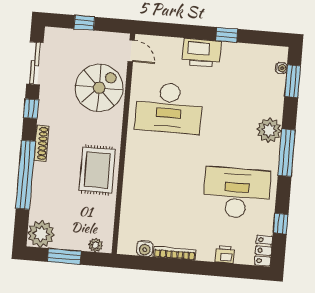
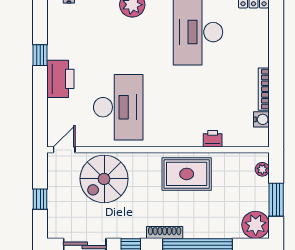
spiral stairs: (99, 88) -> (104, 179), turned -90
printer: (225, 255) -> (213, 139), moved, turned 90

